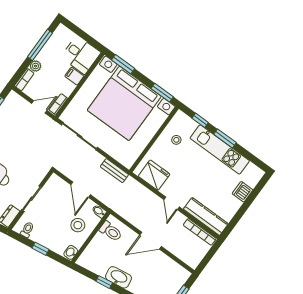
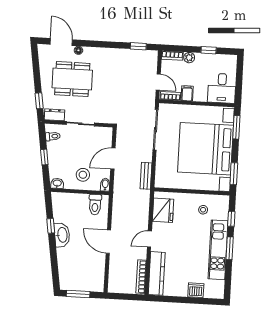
window: (40, 45) -> (209, 50), width x0.46
filing cabinet: (74, 76) -> (187, 93), moved

